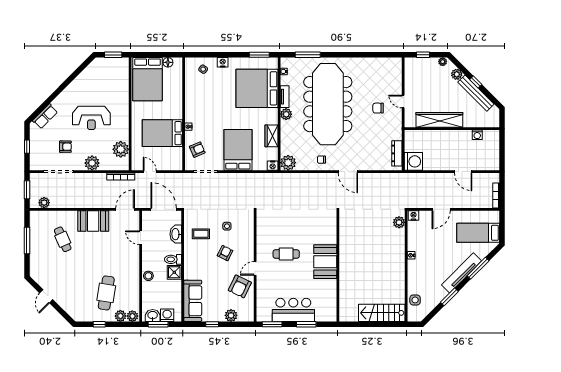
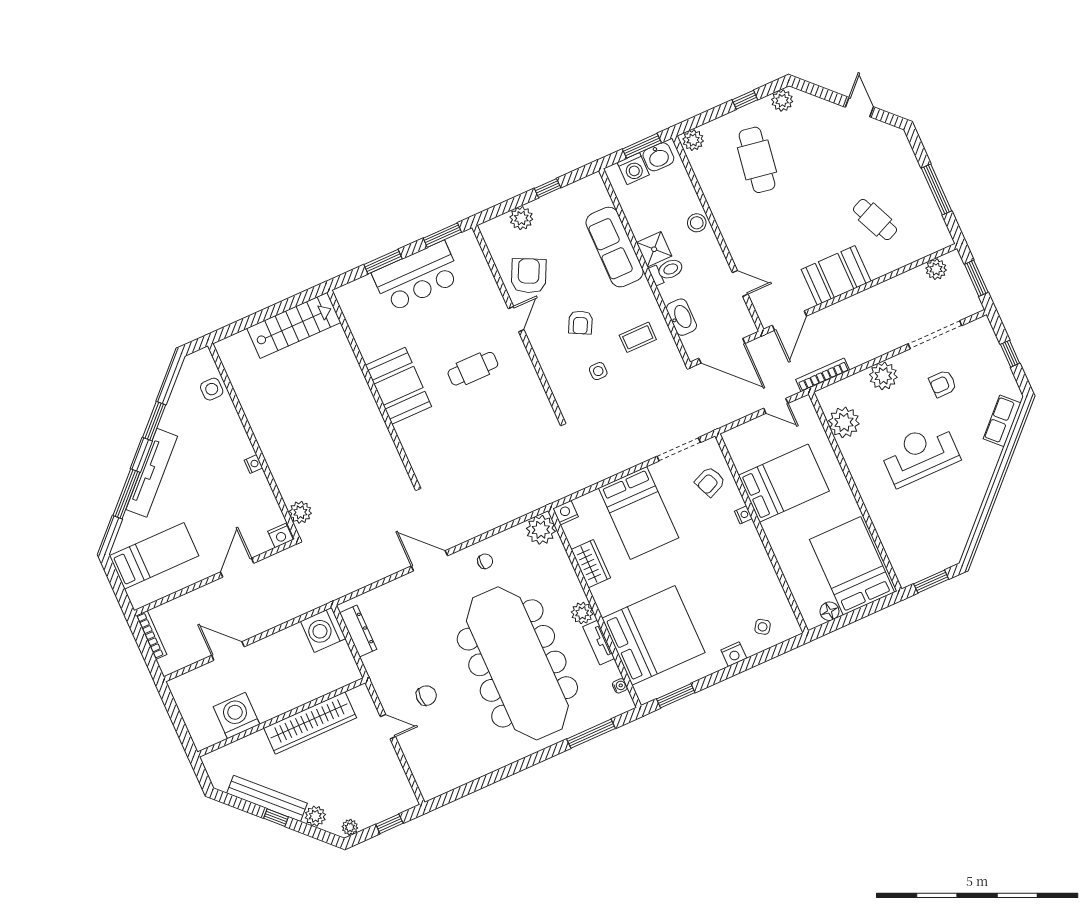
washing machine: (477, 135) -> (236, 715), width x1.89, depth x1.89
sofa: (193, 301) -> (615, 247), moved
stairs: (382, 313) -> (294, 325), moved
plant: (120, 316) -> (782, 101), moved

